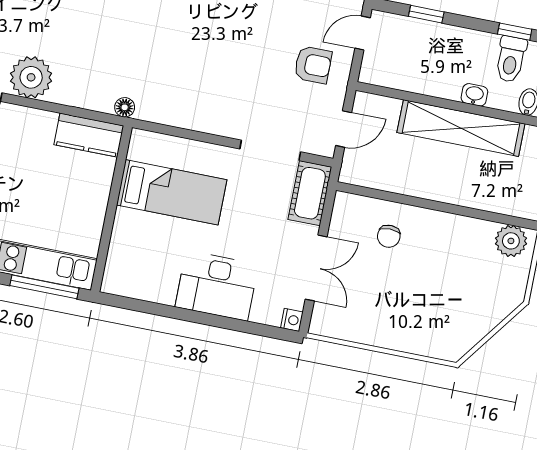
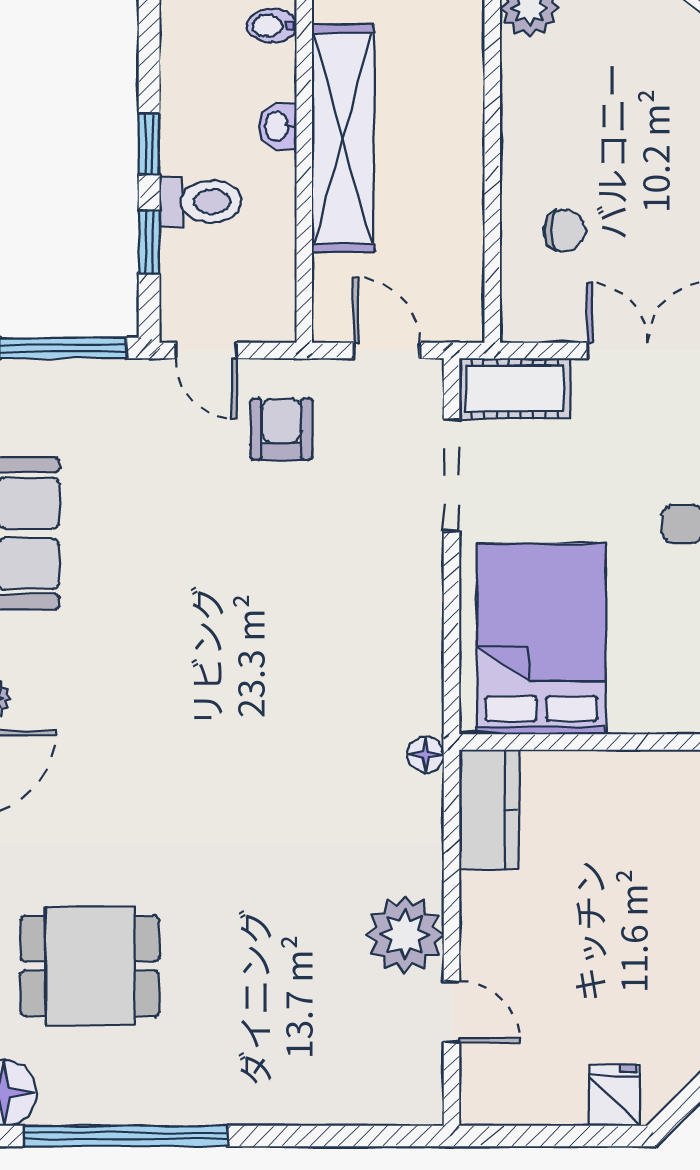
window: (515, 32) -> (149, 144), moved
toilet: (511, 59) -> (200, 202), moved
bed: (172, 192) -> (541, 639), width x1.50

